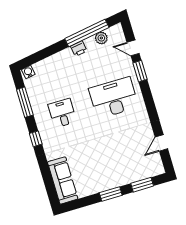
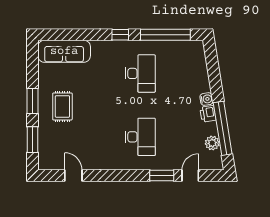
water cooler: (28, 72) -> (206, 99), moved
desk: (114, 98) -> (140, 137), width x0.73, depth x0.77
window: (25, 102) -> (165, 35), width x1.46
desk: (62, 113) -> (140, 73), width x1.37
rug: (108, 168) -> (62, 106), added

